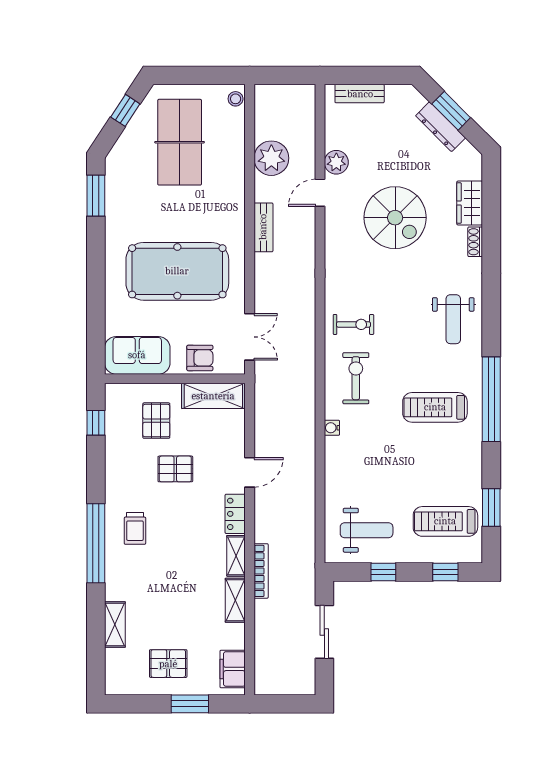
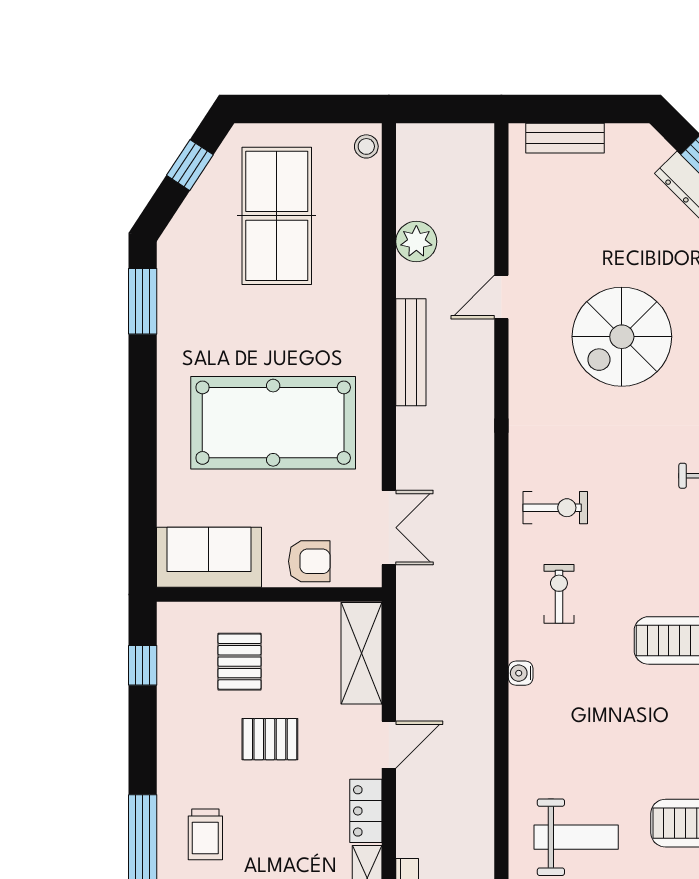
plant: (271, 158) -> (416, 242), width x0.73, depth x0.73
plant: (336, 162) -> (528, 248), removed
spiral stairs: (395, 218) -> (622, 337), turned 90
bench: (263, 227) -> (411, 352), width x1.36
exercise bike: (356, 378) -> (559, 594), width x0.73, depth x0.72
shelving: (213, 396) -> (361, 653), moved, turned 90

